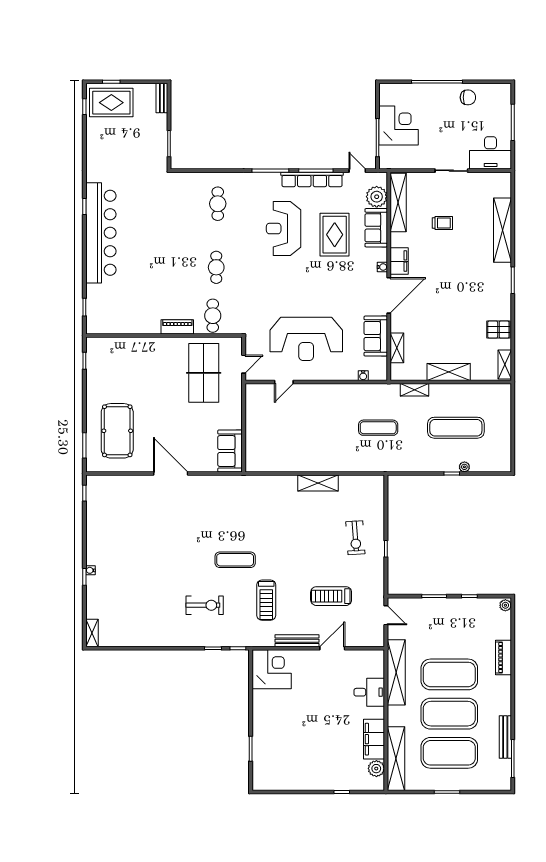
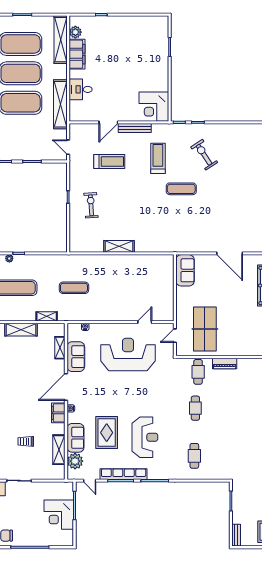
shelving: (398, 203) -> (59, 450), width x0.68
exercise bike: (205, 605) -> (204, 155), turned 57

